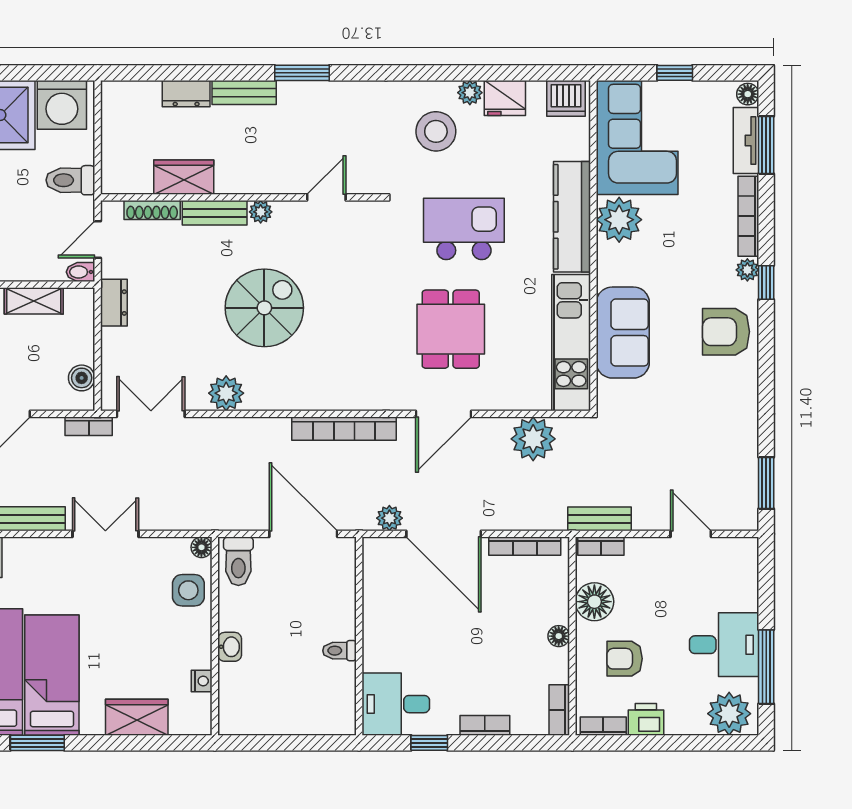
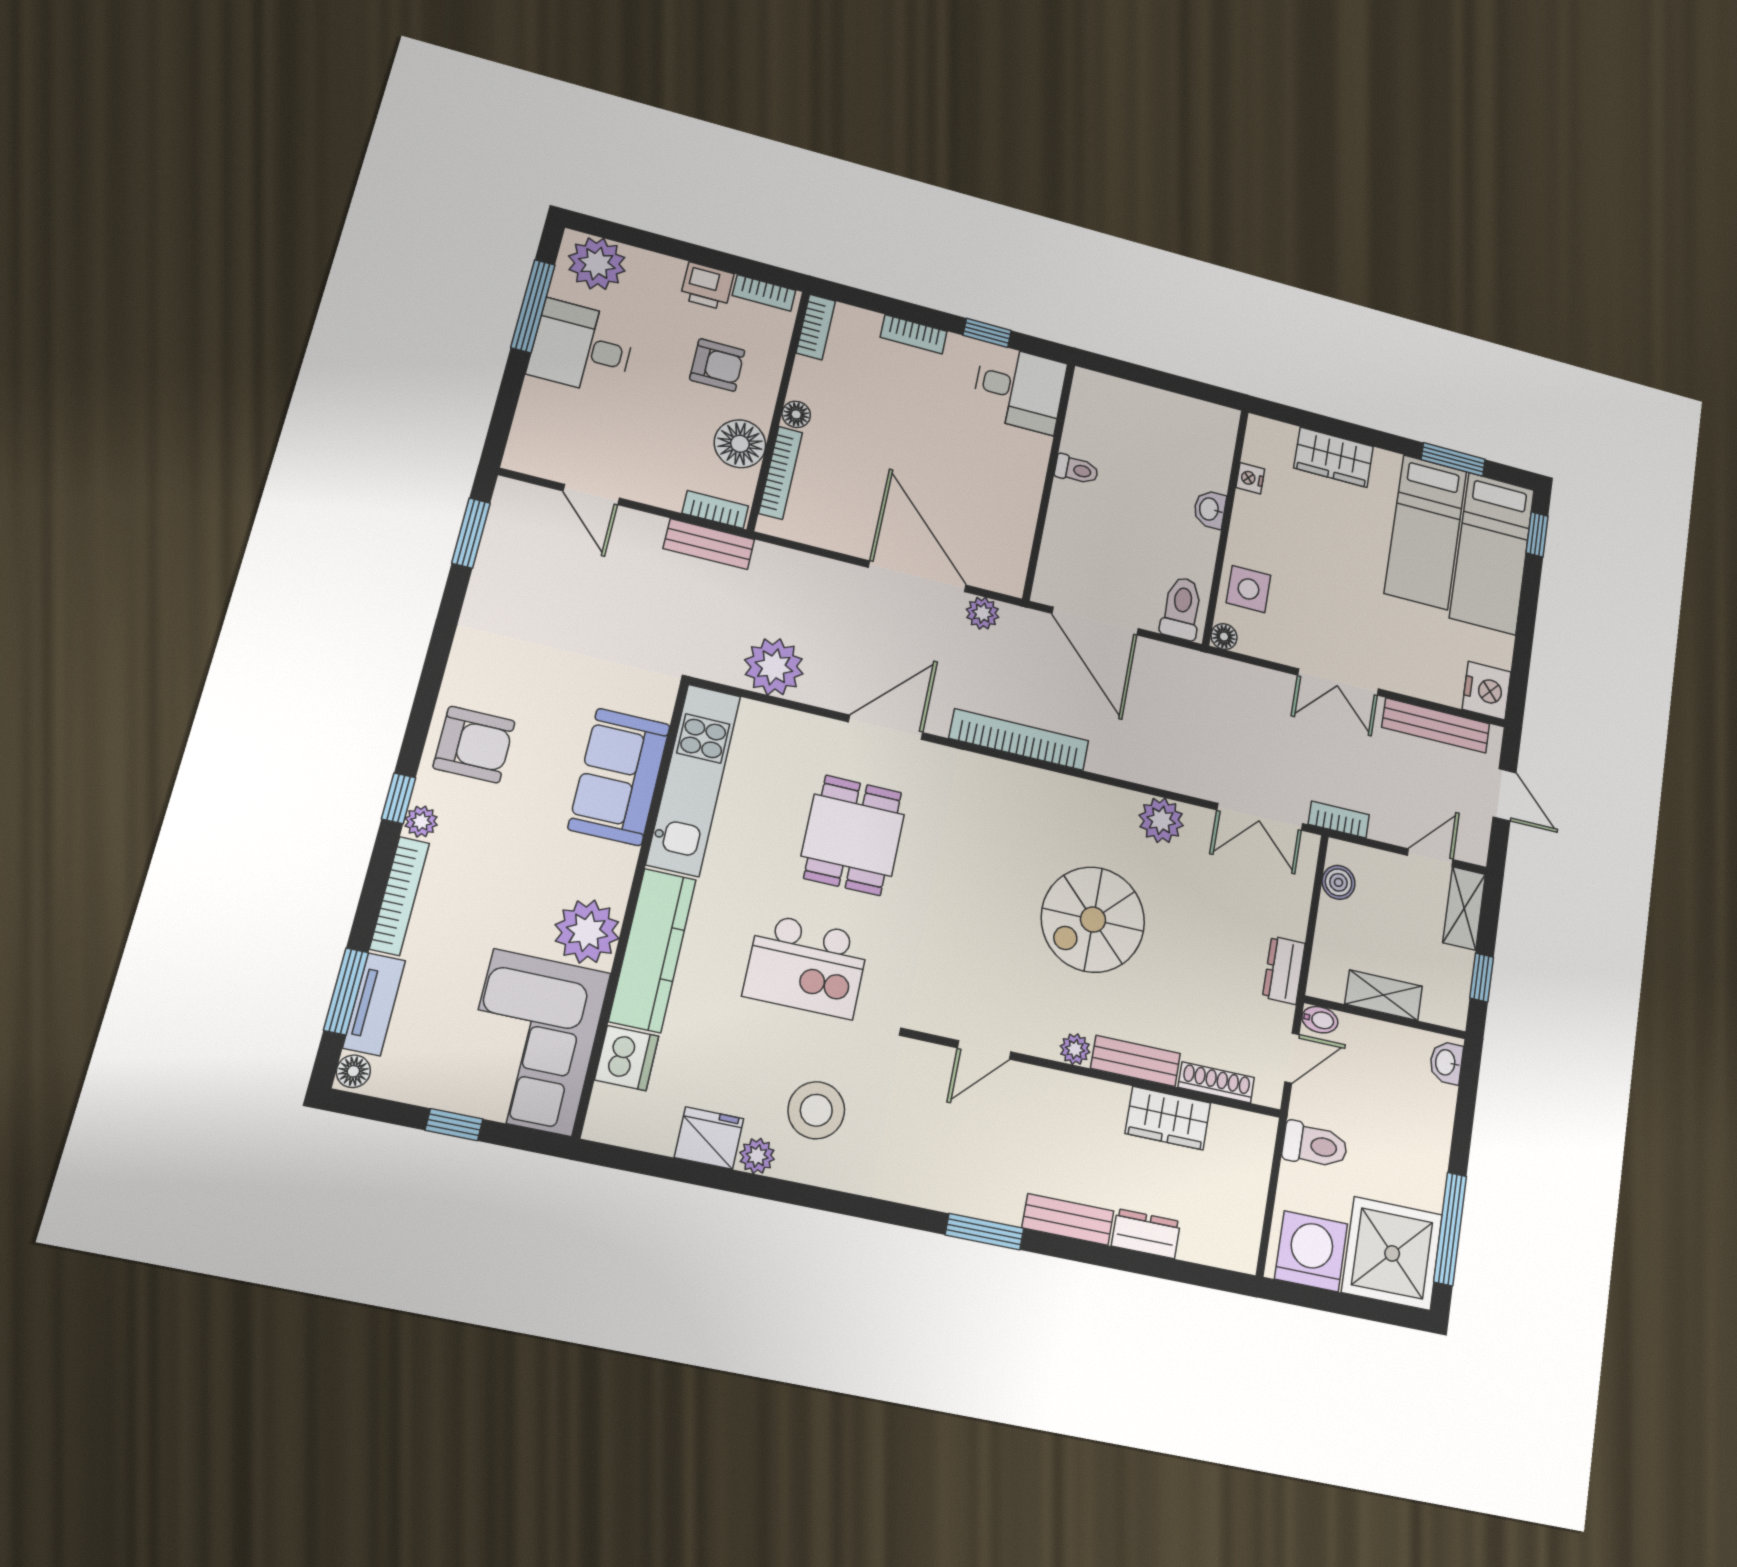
dishwasher: (566, 98) -> (627, 1058), moved, turned 90
bookcase: (525, 546) -> (781, 473), moved, turned 90

